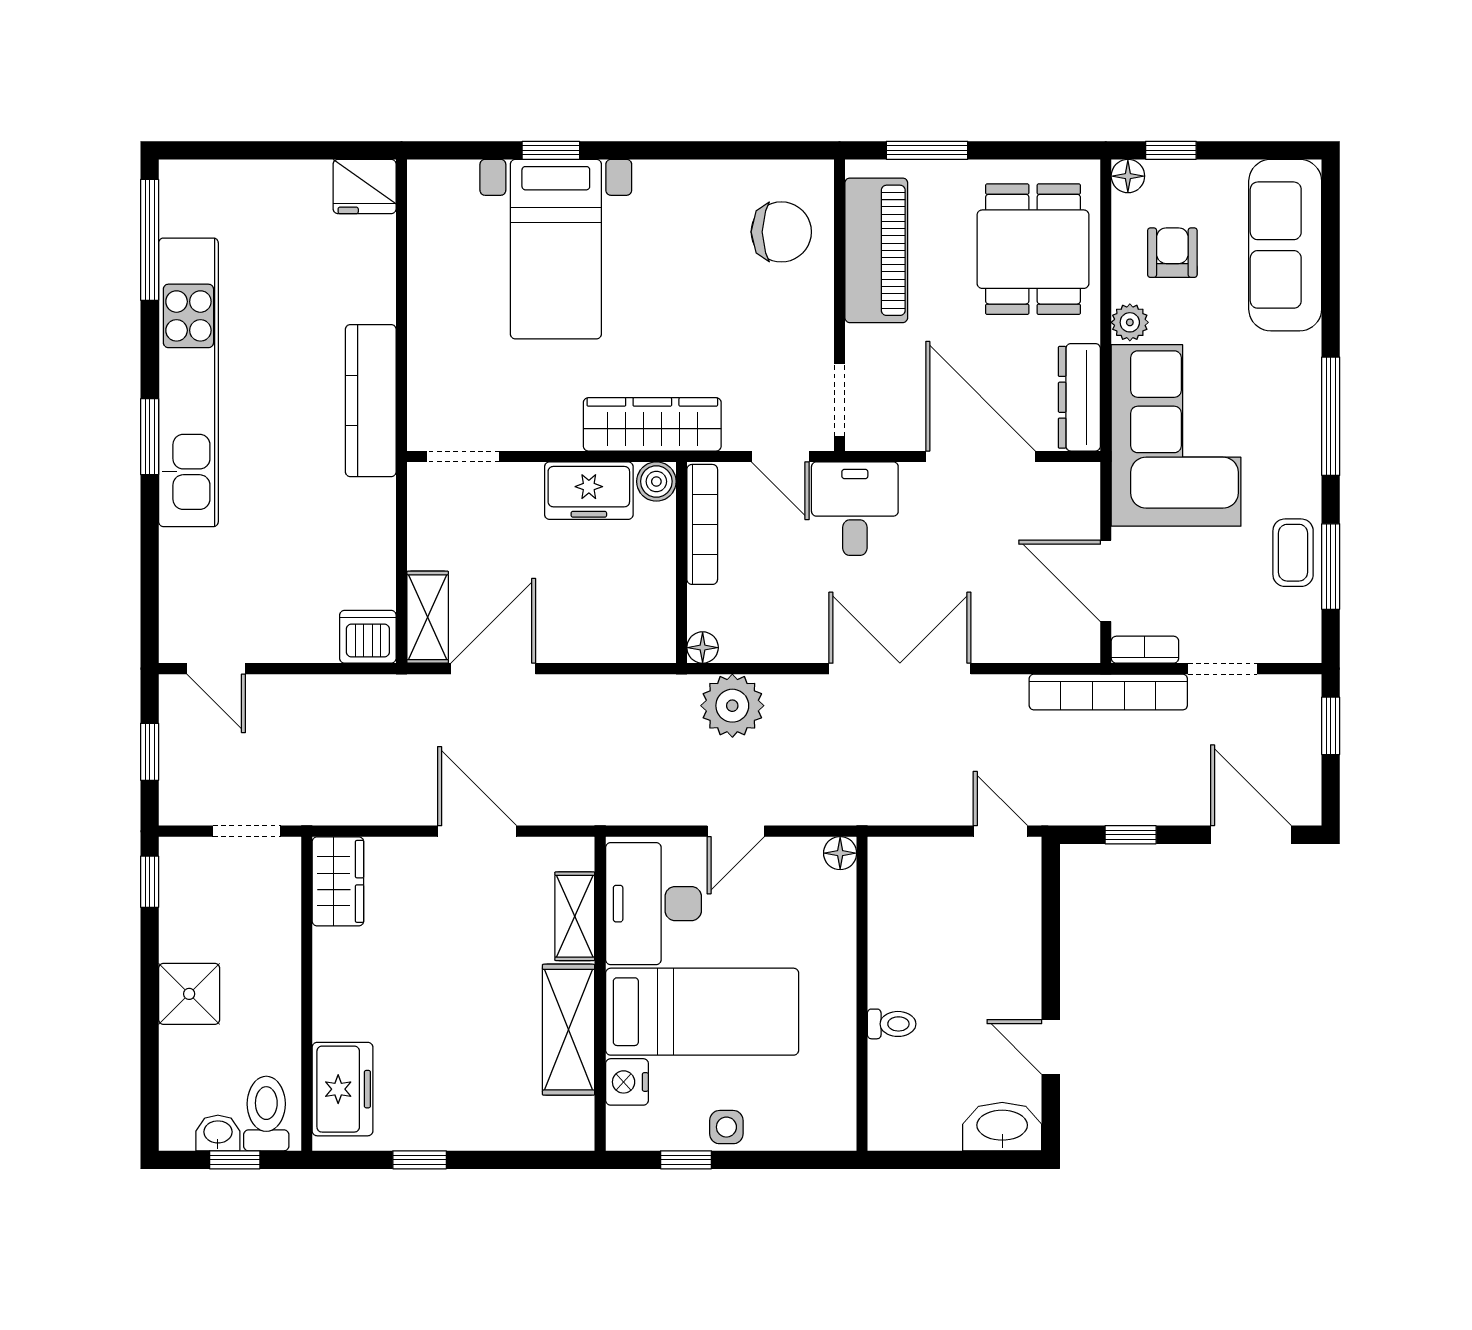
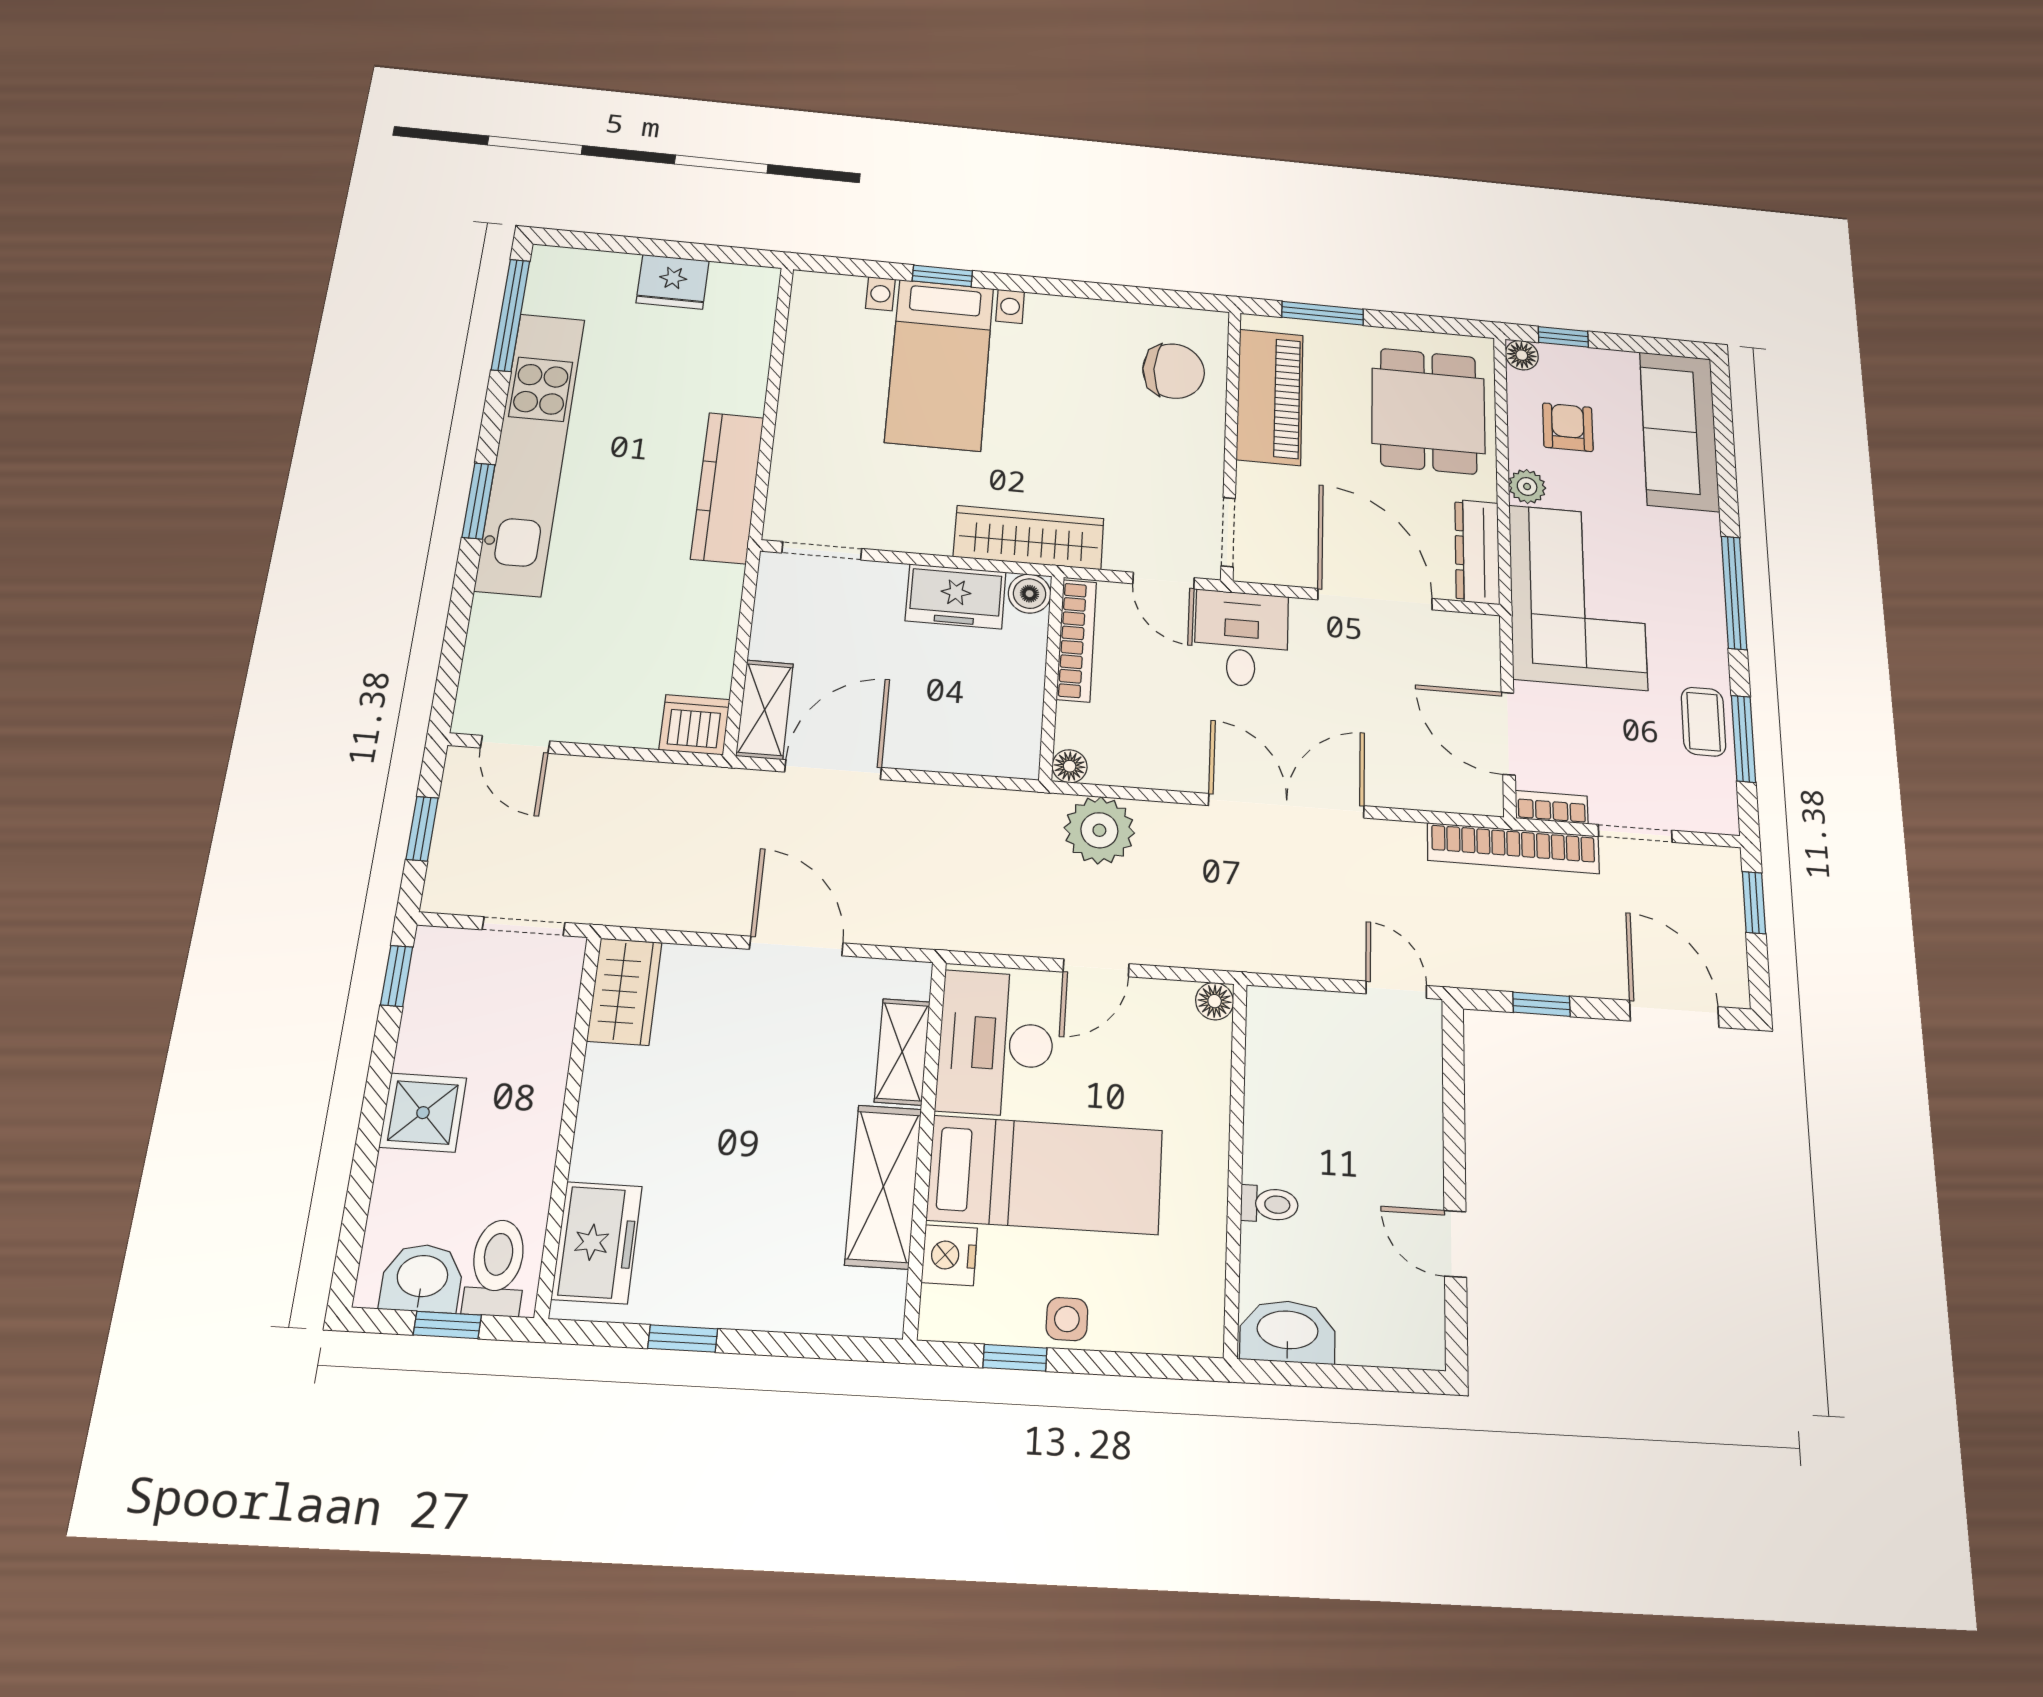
fridge: (365, 187) -> (673, 282), moved
washbasin: (1002, 1127) -> (1288, 1332), moved
washbasin: (218, 1133) -> (422, 1278), width x1.38, depth x1.45

